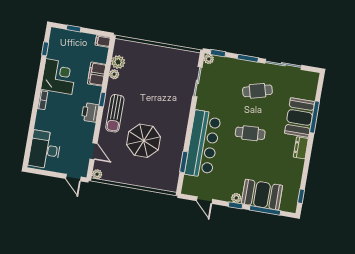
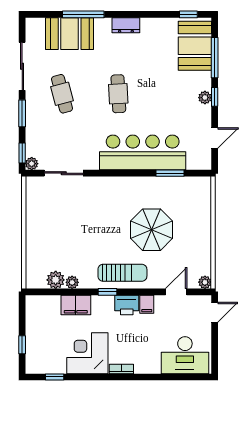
filing cabinet: (103, 41) -> (147, 304), moved
booth: (300, 117) -> (70, 34), moved
booth: (262, 195) -> (195, 46), moved

